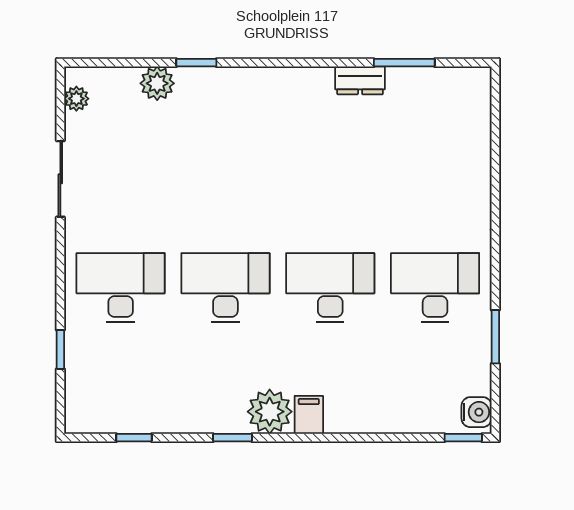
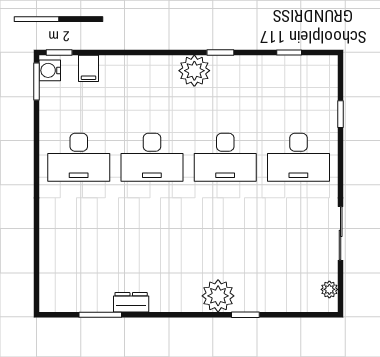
plant: (157, 83) -> (218, 296), moved, width x1.36, depth x1.36
window: (495, 337) -> (37, 81), moved
filing cabinet: (309, 415) -> (89, 68), moved

